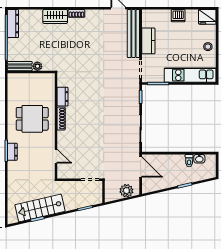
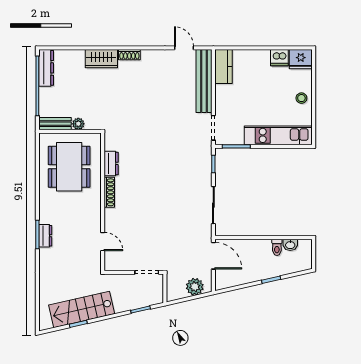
dishwasher: (178, 16) -> (279, 58), moved
kitchen counter: (148, 41) -> (223, 67), moved
dining table: (32, 119) -> (69, 167), moved, width x1.38

